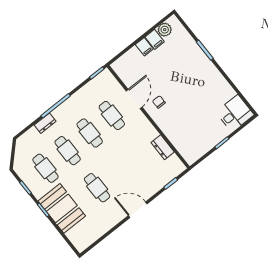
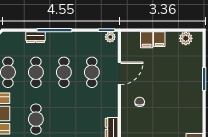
filing cabinet: (155, 39) -> (147, 40), moved
plant: (104, 76) -> (110, 37), added
chair: (159, 102) -> (140, 102), moved

